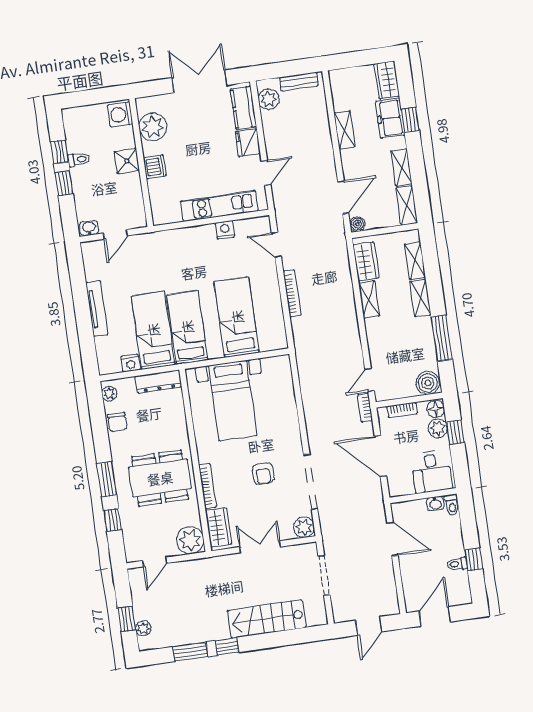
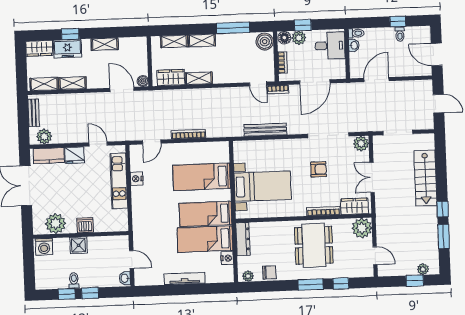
shelving: (407, 206) -> (44, 84), moved
bench: (309, 396) -> (265, 130), added

